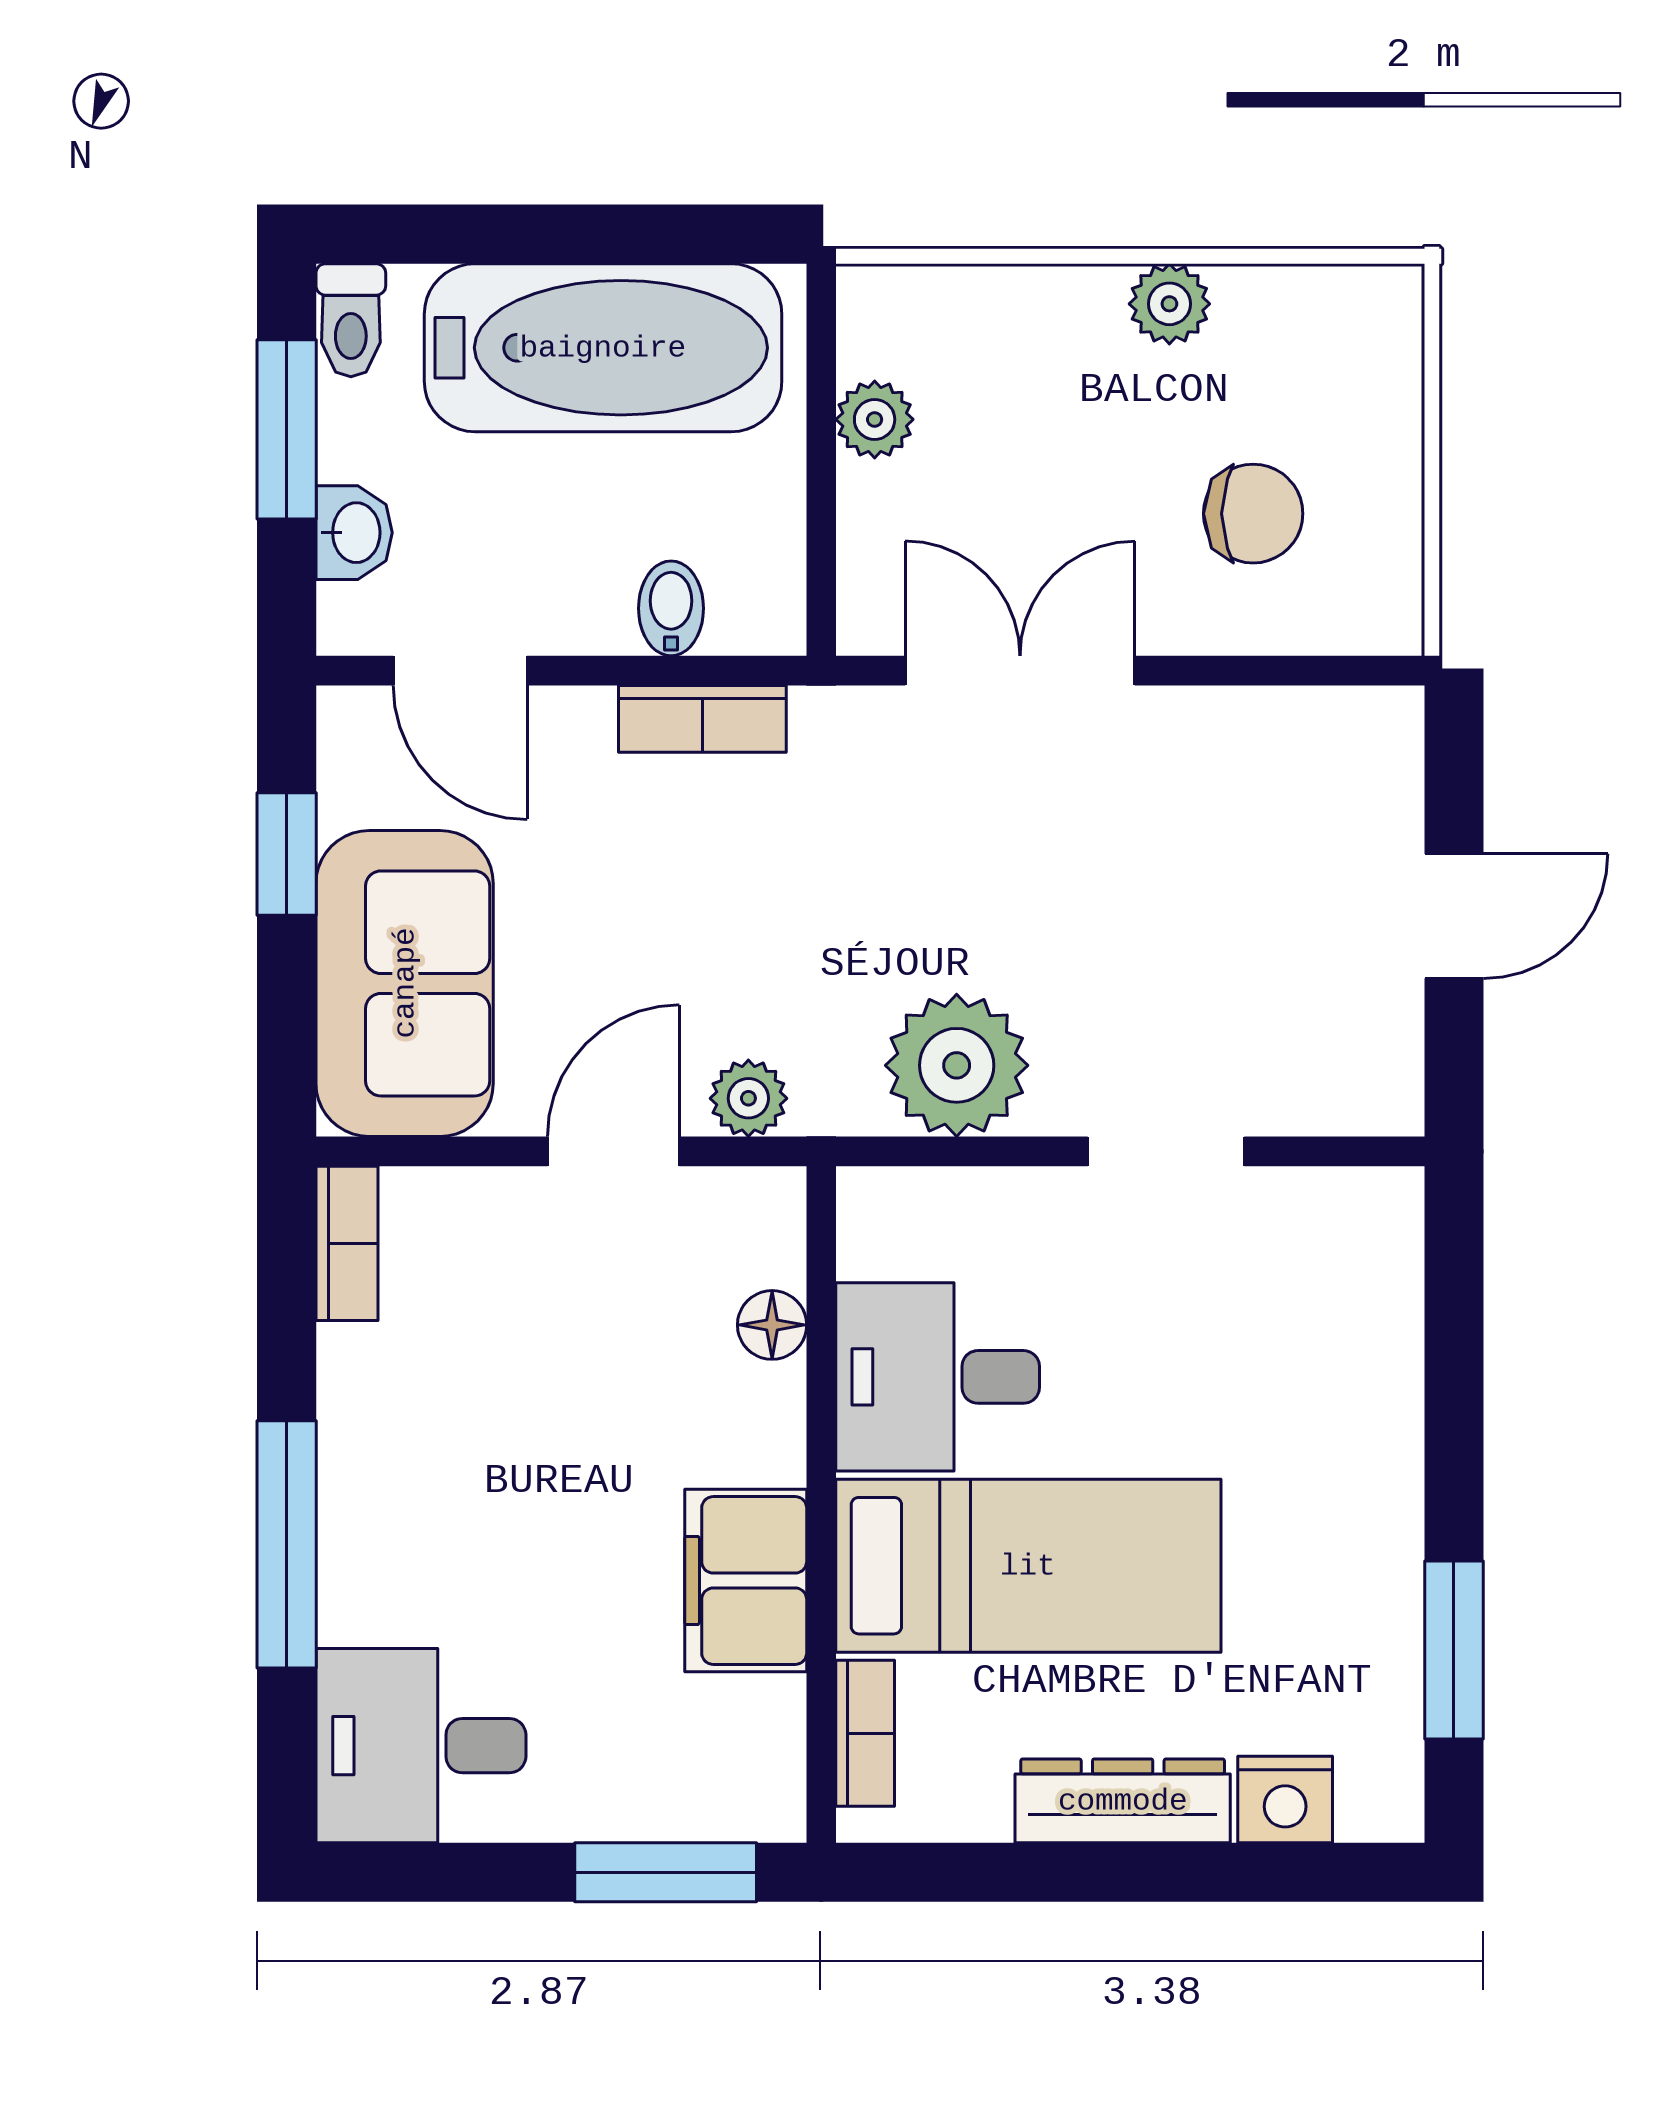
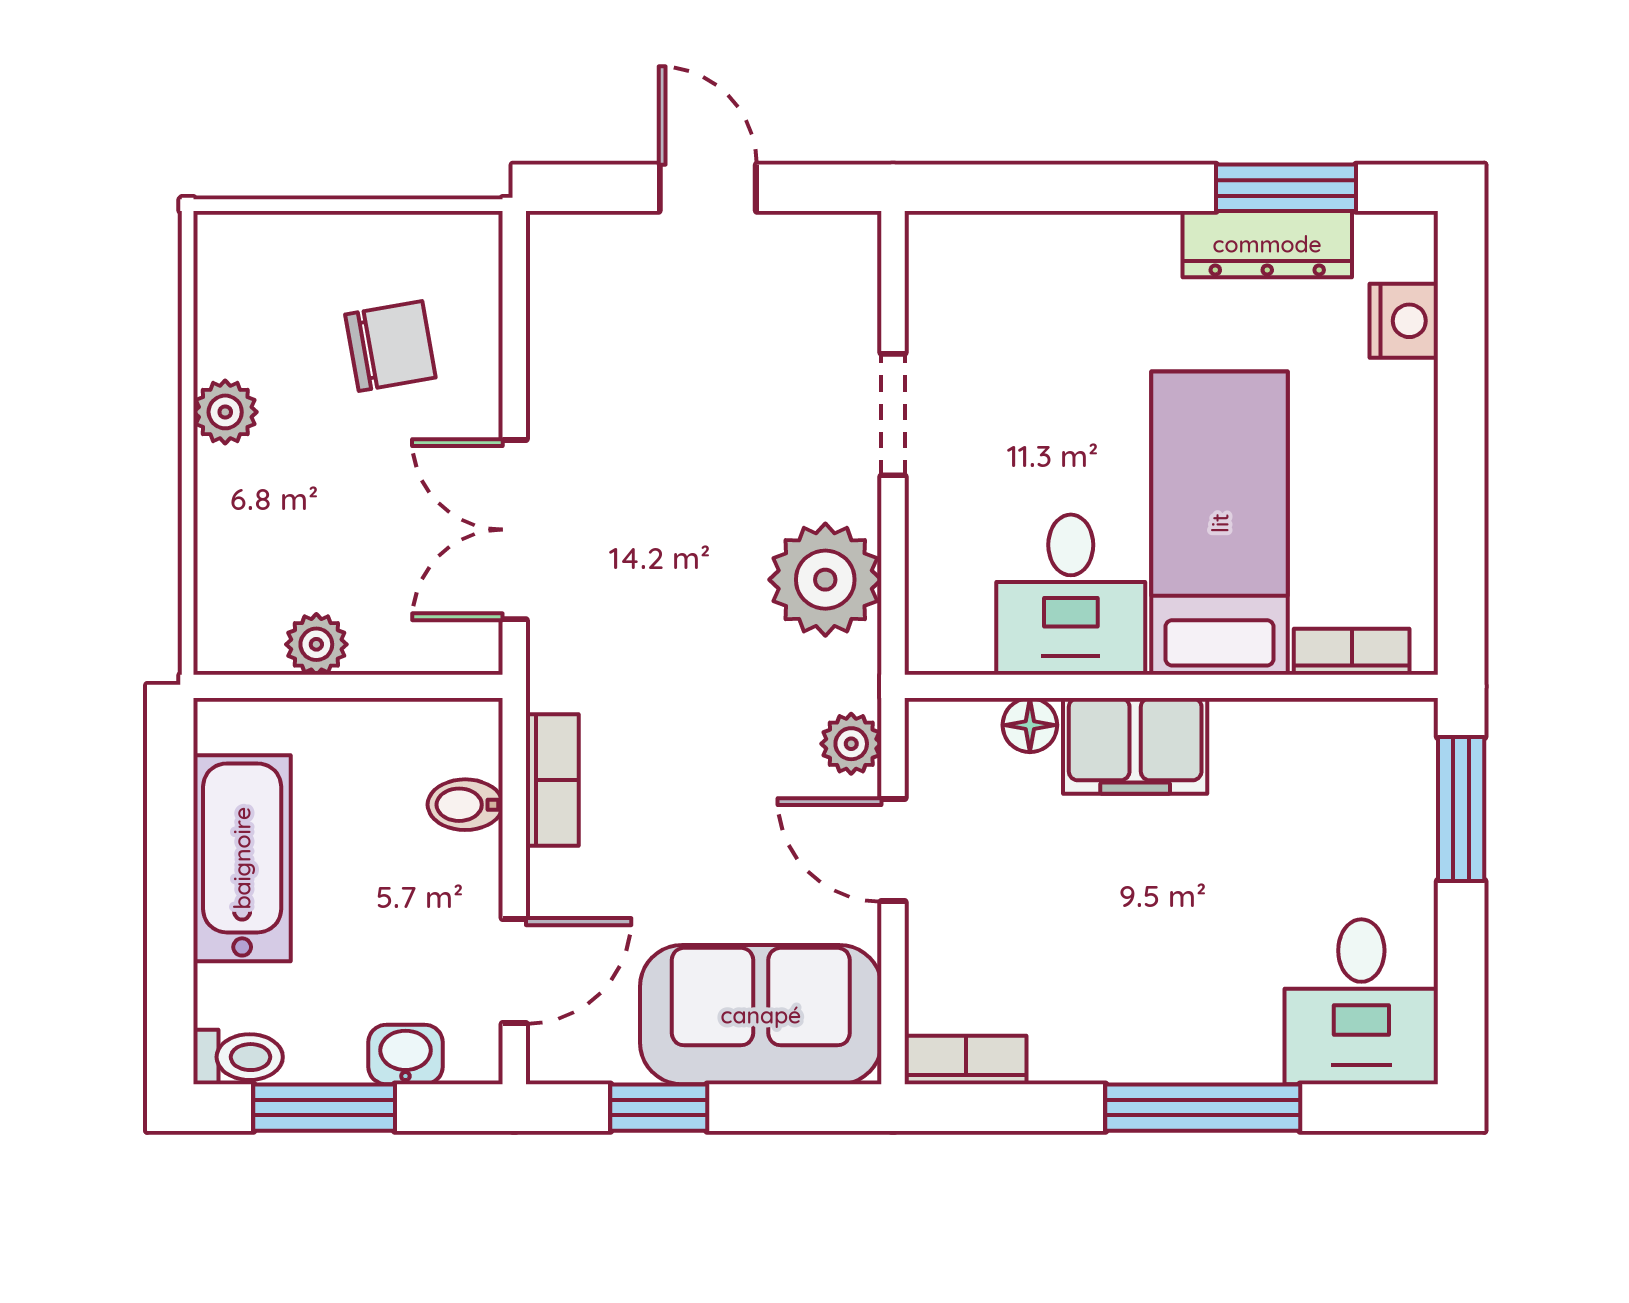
bathtub: (603, 348) -> (242, 858), width x0.73, depth x0.73
chair: (1253, 514) -> (390, 346), turned 80
filing cabinet: (746, 1581) -> (1135, 746), moved
dresser: (1123, 1801) -> (1267, 244), moved, turned -90

